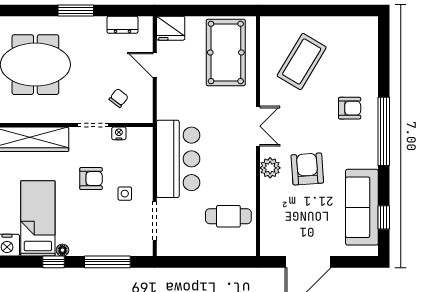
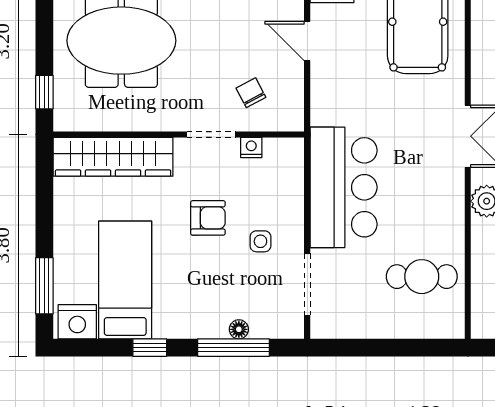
chair: (119, 98) -> (251, 93), turned -65
floor lamp: (62, 250) -> (239, 329), moved

